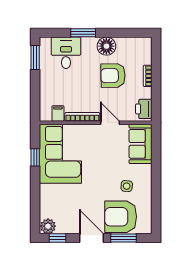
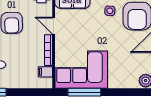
door: (110, 123) -> (54, 26), hinge flipped
window: (35, 157) -> (84, 92), width x2.17

